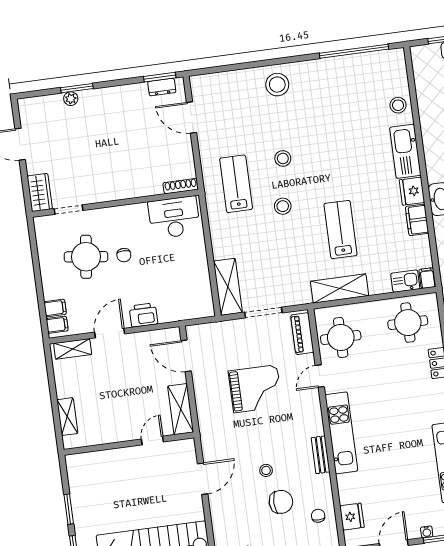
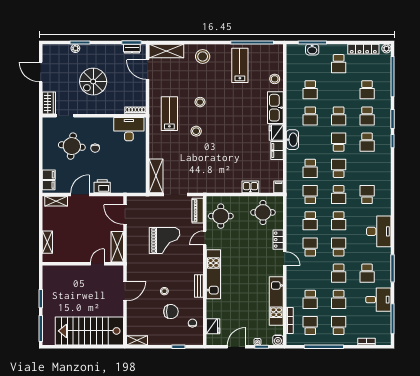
spiral stairs: (106, 148) -> (93, 82), added
lab bench: (341, 230) -> (240, 65), moved
kitchen sink: (405, 281) -> (250, 187), moved
shelving: (340, 288) -> (166, 51), moved

